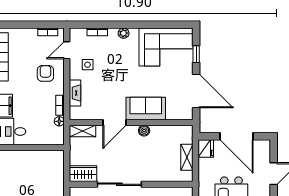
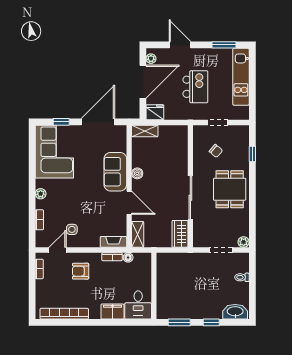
door: (67, 50) -> (58, 250), swing flipped
fireplace: (75, 93) -> (113, 242), moved
plant: (260, 144) -> (151, 59), added
shelving: (187, 157) -> (145, 131), moved

